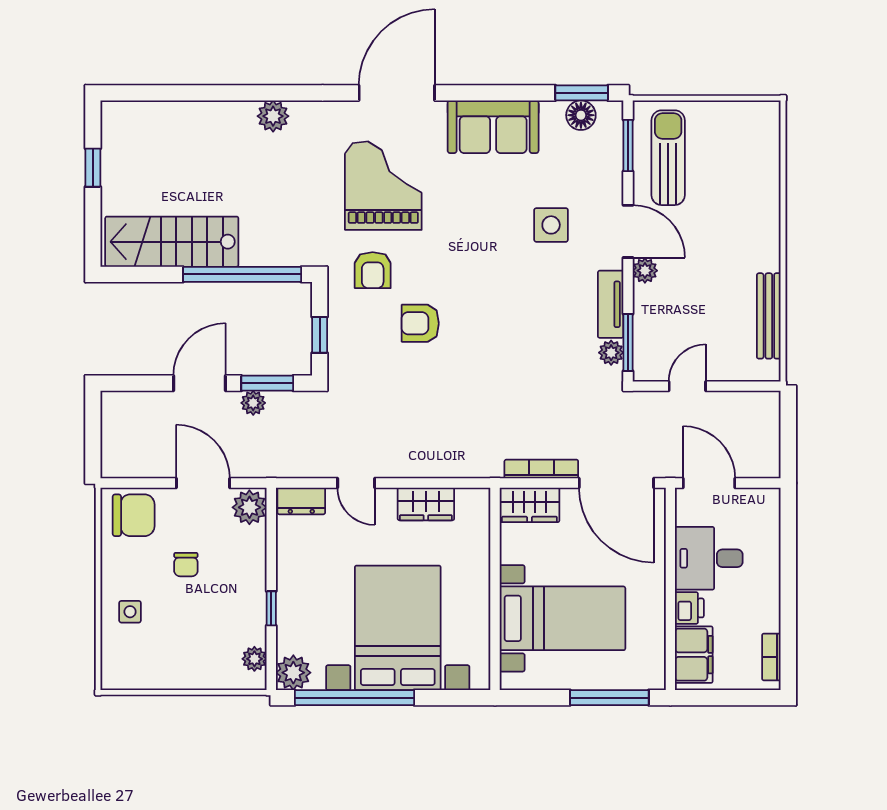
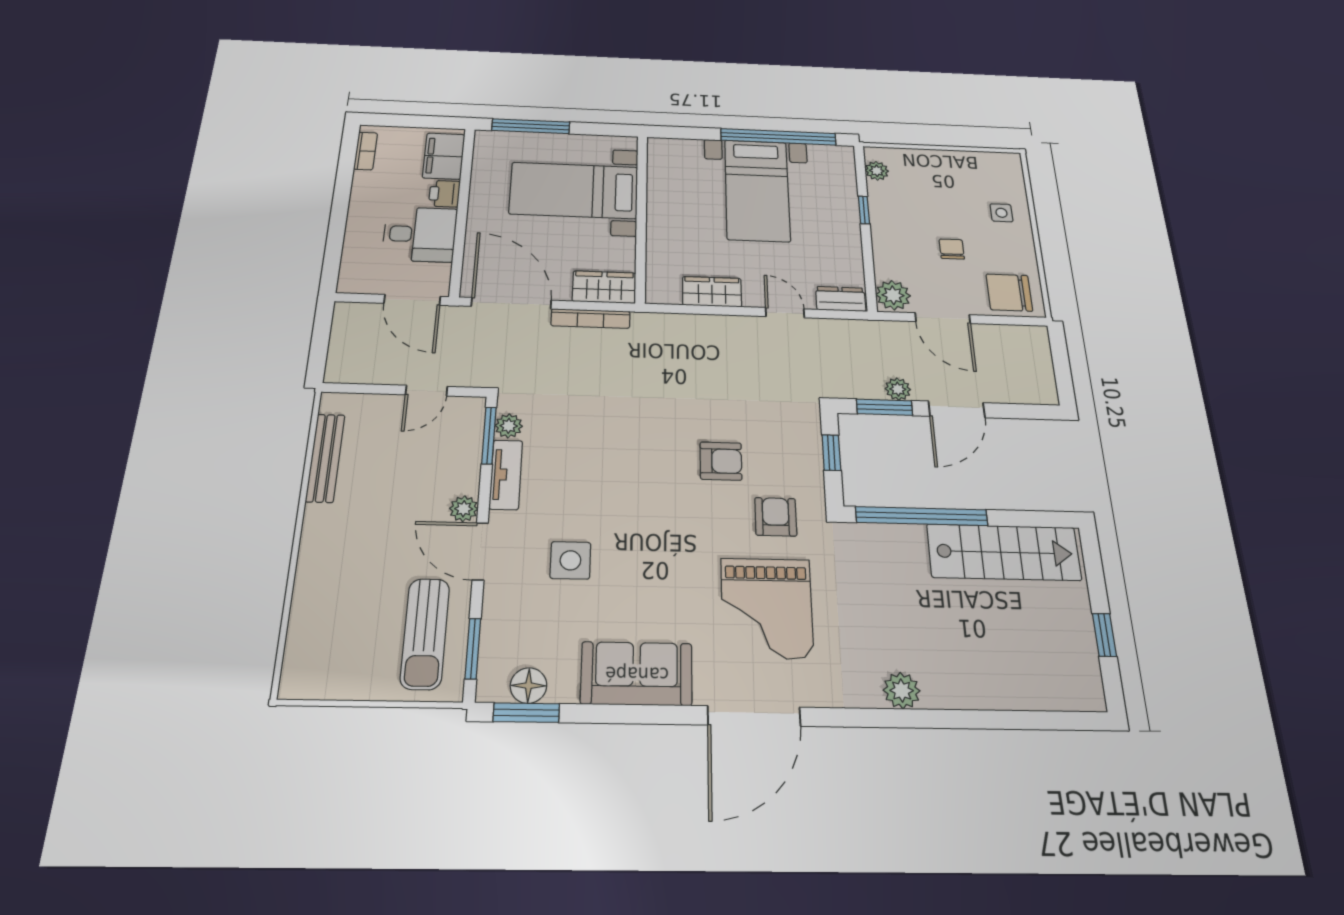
bed with nightstands: (398, 628) -> (757, 190), width x0.73
plant: (293, 673) -> (839, 159), removed

